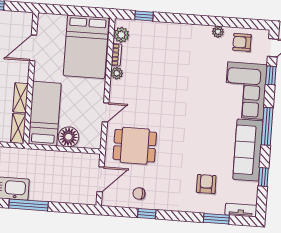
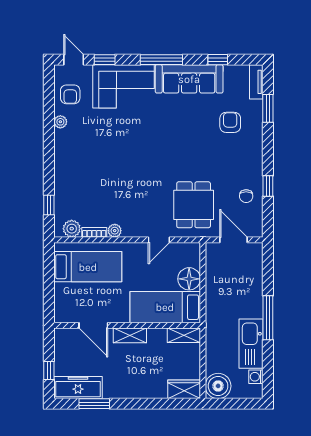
bed: (86, 47) -> (88, 267), width x0.67
shelving: (20, 98) -> (130, 335), moved
door: (106, 112) -> (159, 240), swing flipped
armchair: (206, 184) -> (230, 122), turned 90

